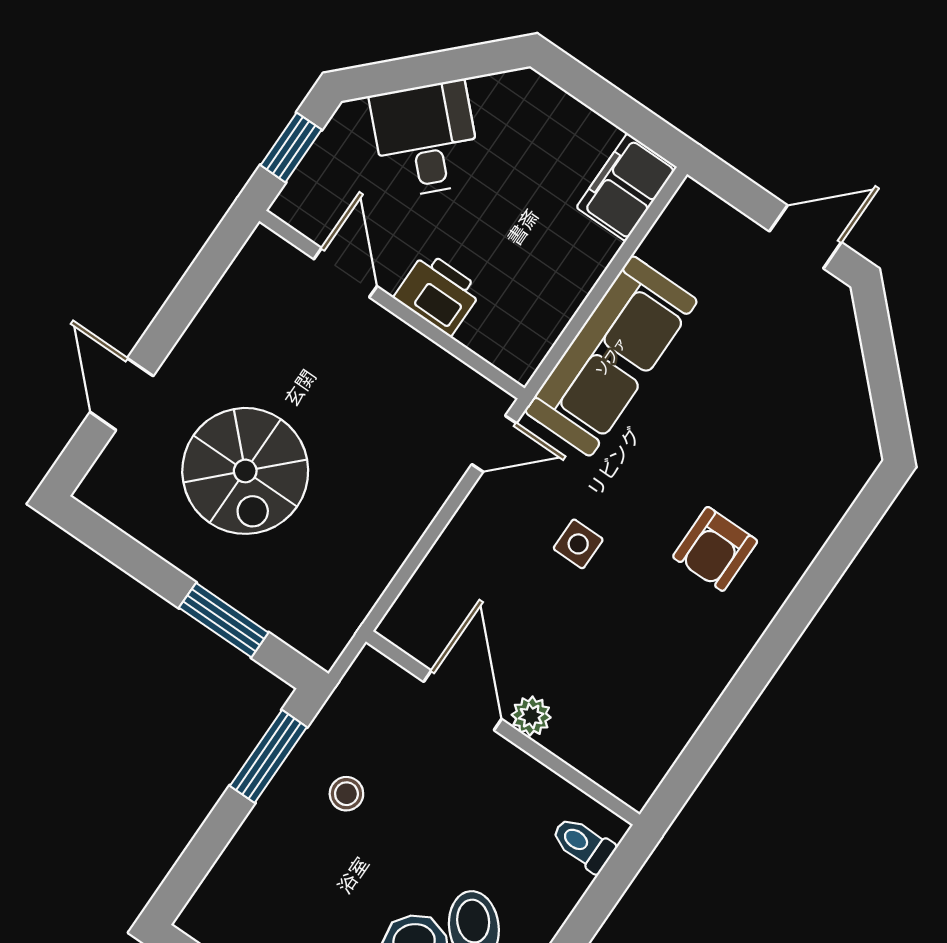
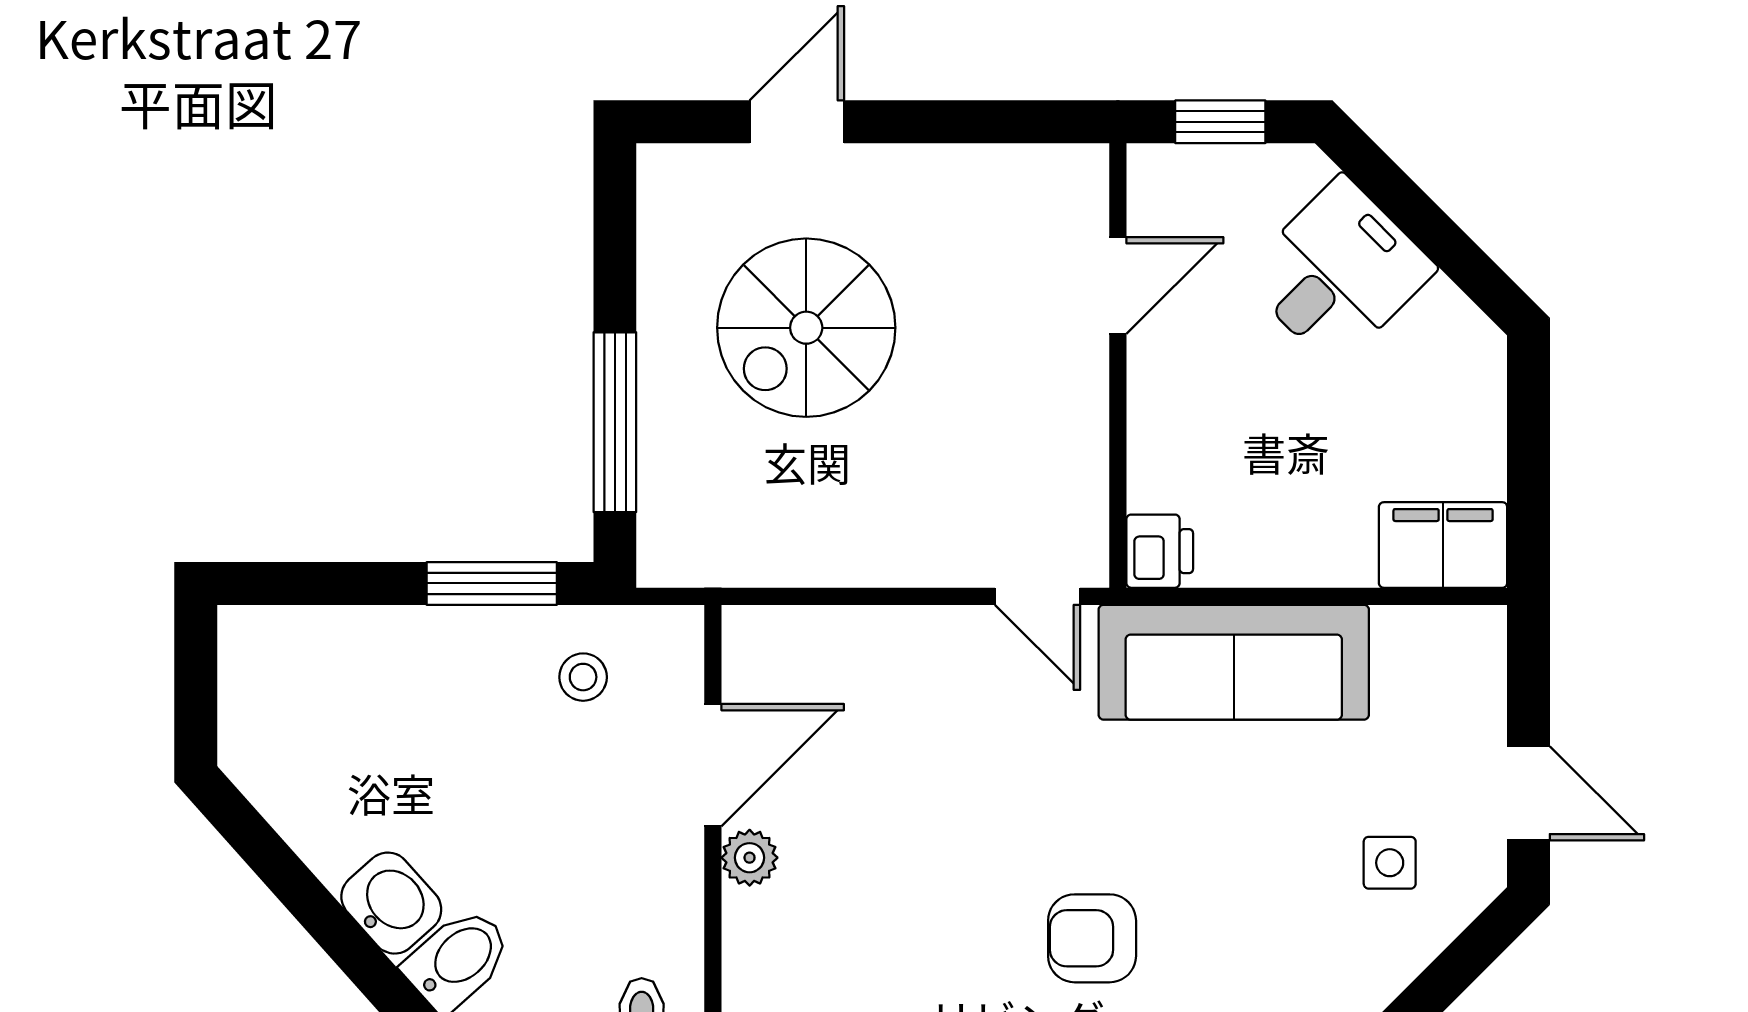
printer: (438, 294) -> (1160, 551), moved, width x0.73, depth x0.81
side table: (578, 544) -> (1390, 863), moved
window: (224, 620) -> (615, 422), width x1.44
stool: (346, 794) -> (583, 677), moved

